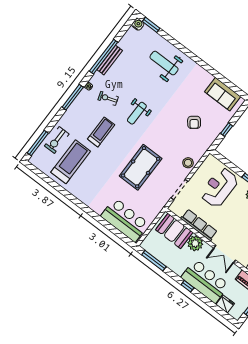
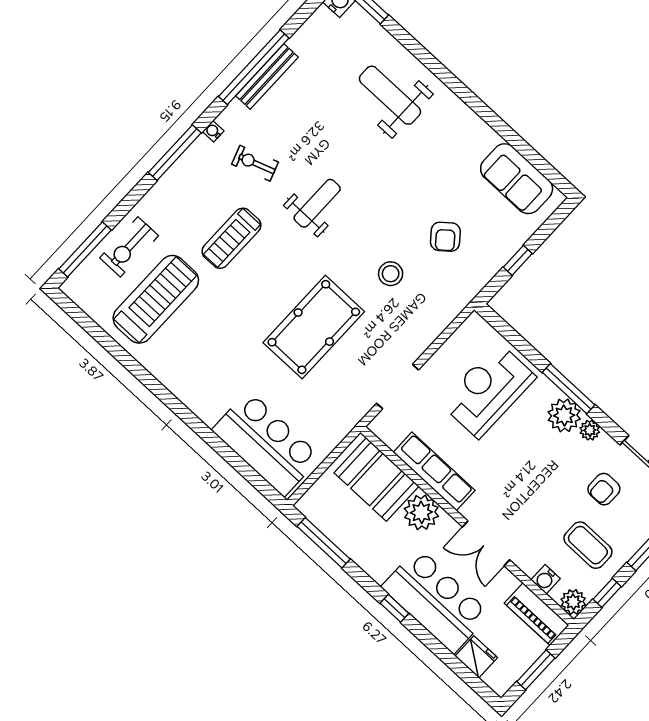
weight bench: (137, 113) -> (317, 203), turned 180
treadmill: (101, 132) -> (232, 238), turned 180
stool: (188, 163) -> (391, 274), moved

